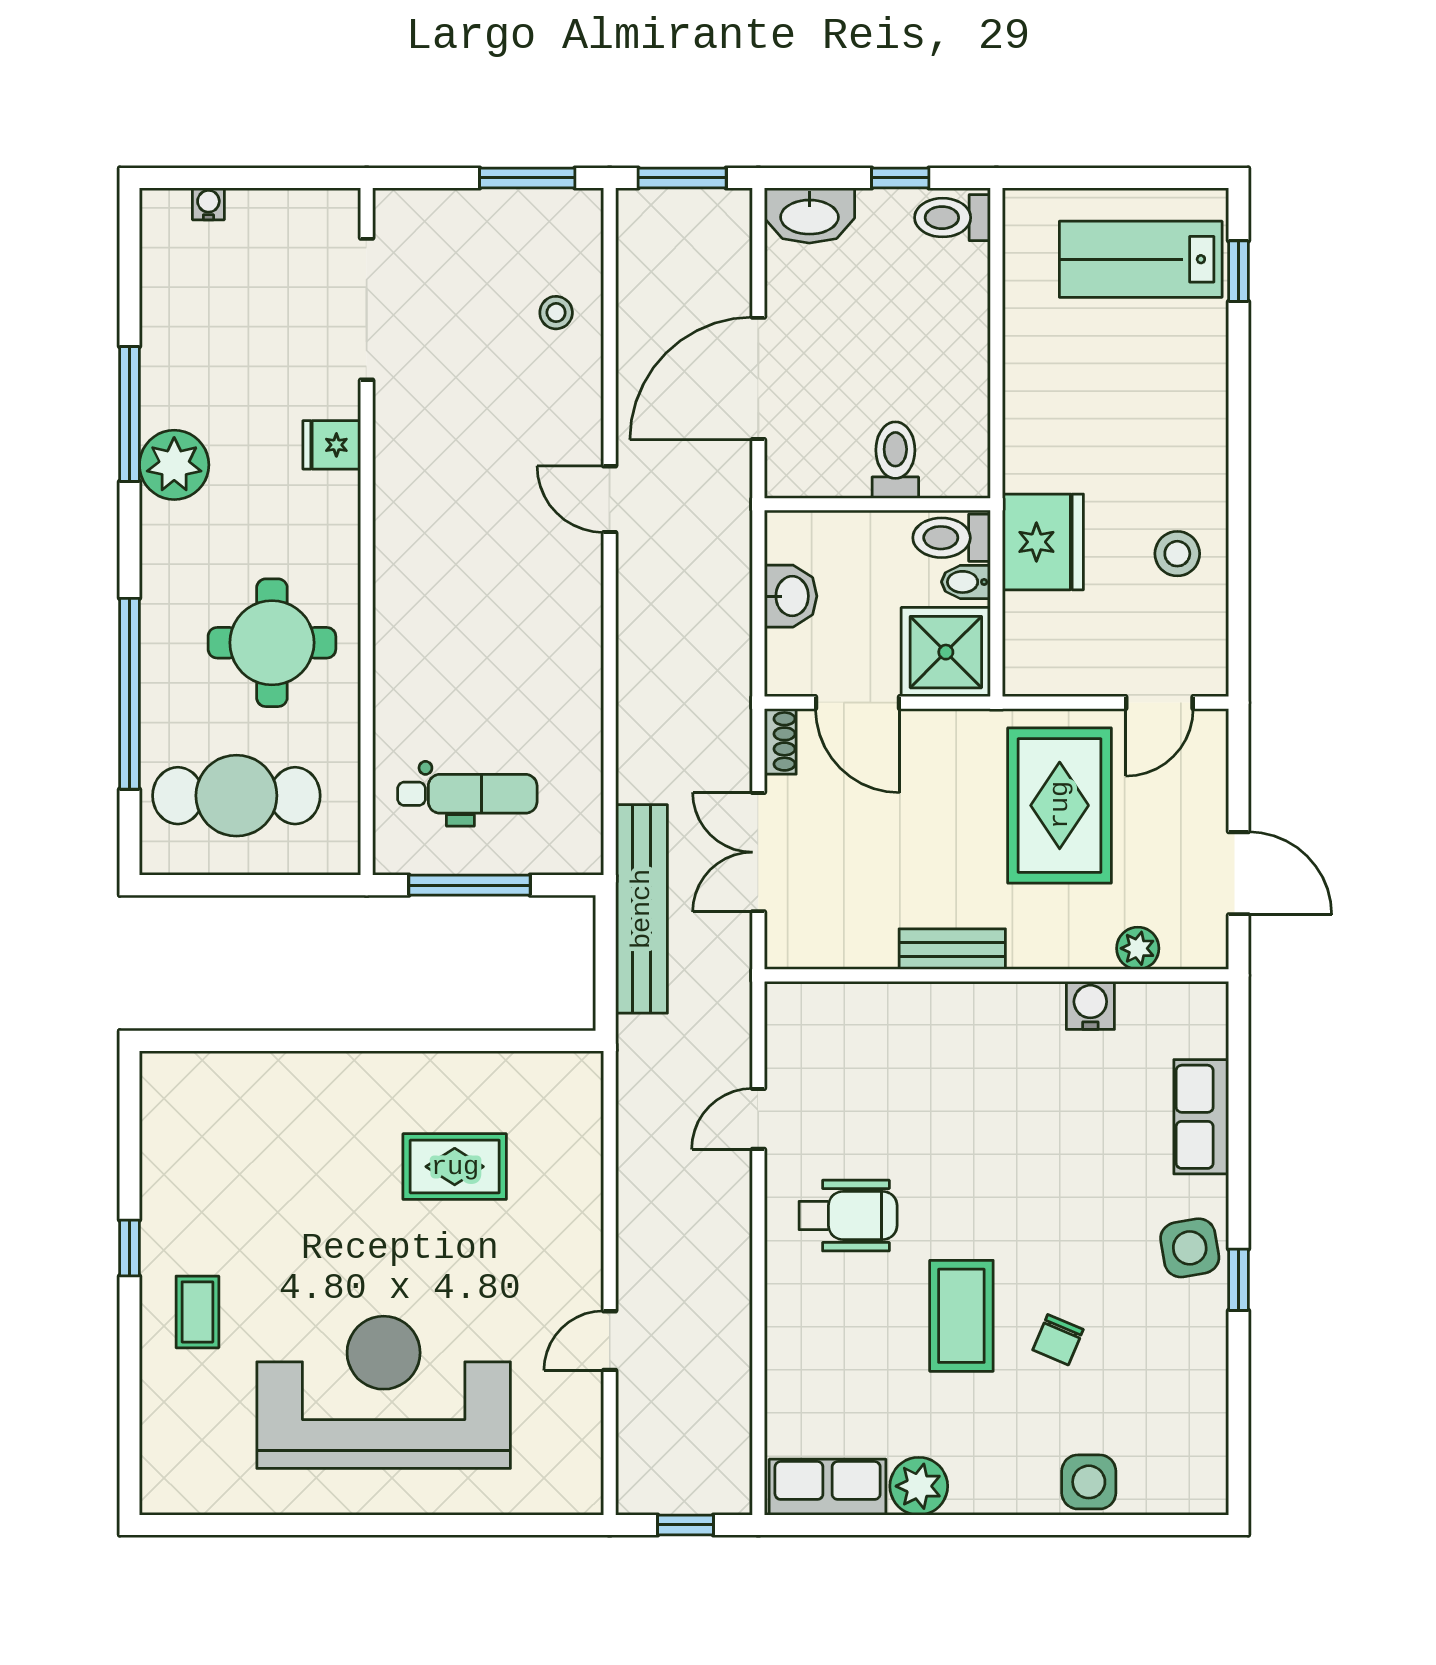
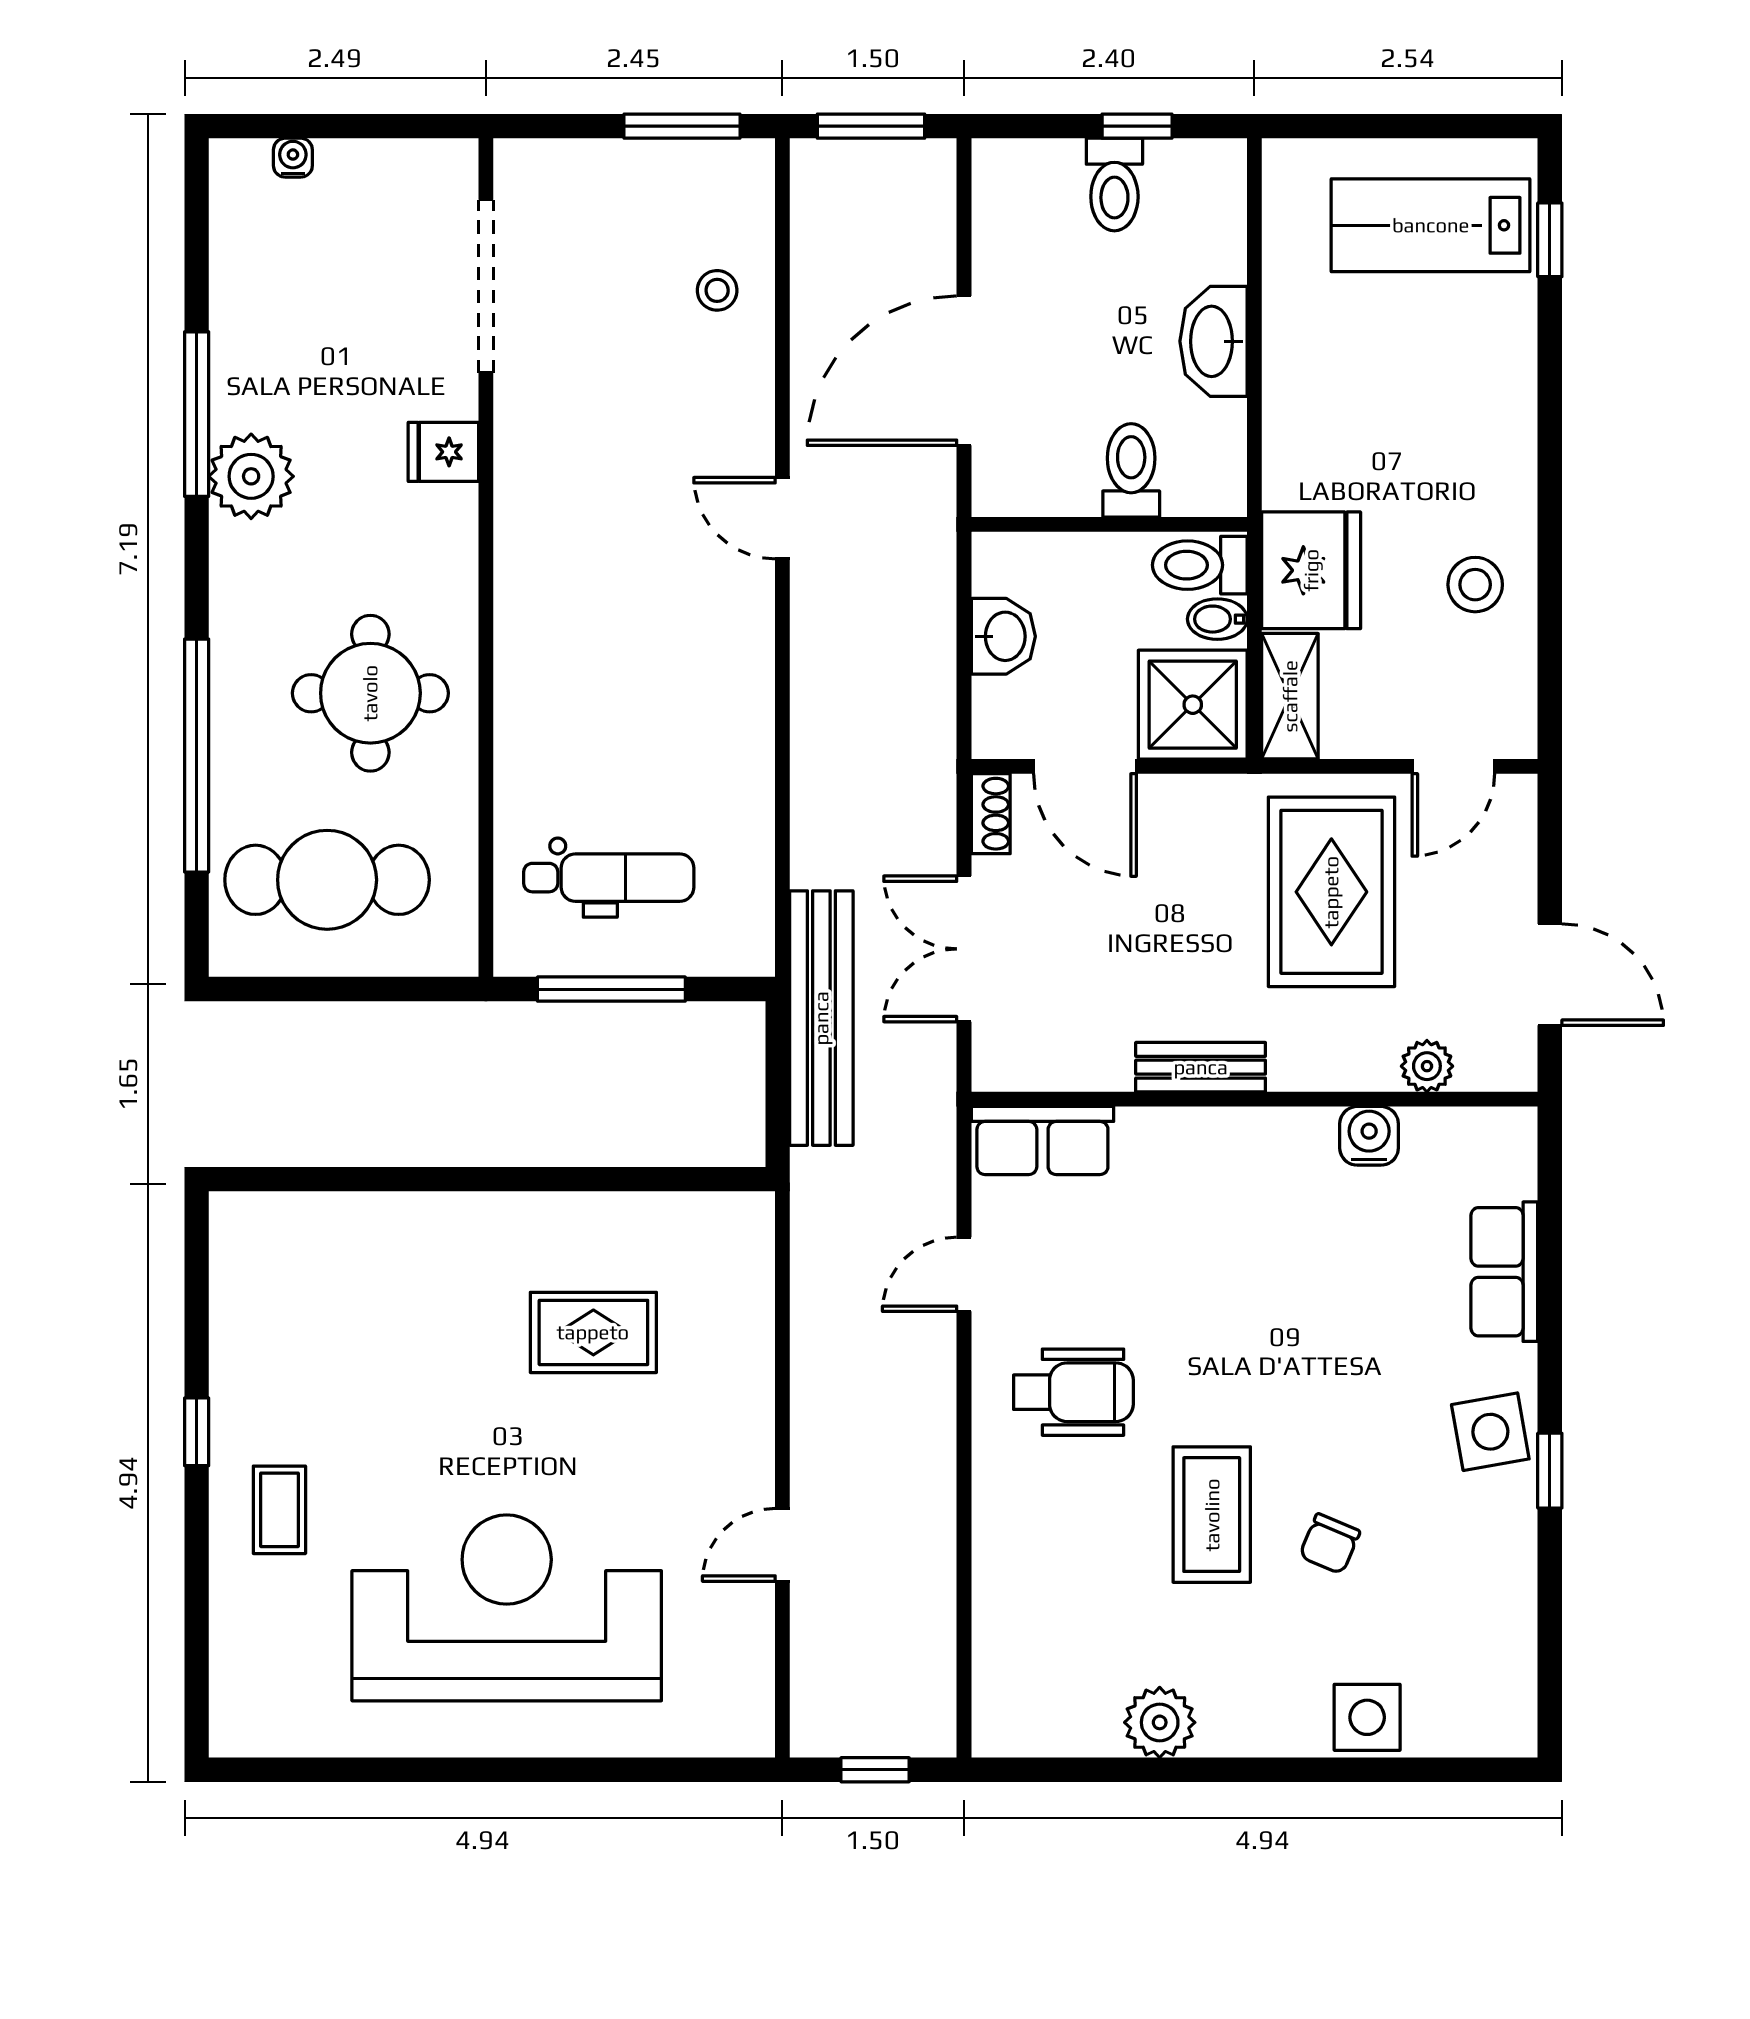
washbasin: (809, 215) -> (1214, 341), moved, turned 90
toilet: (953, 218) -> (1114, 185), moved, turned -90
shelving: (1026, 645) -> (1290, 696), added
row of seats: (828, 1487) -> (1042, 1141), moved, turned 180

